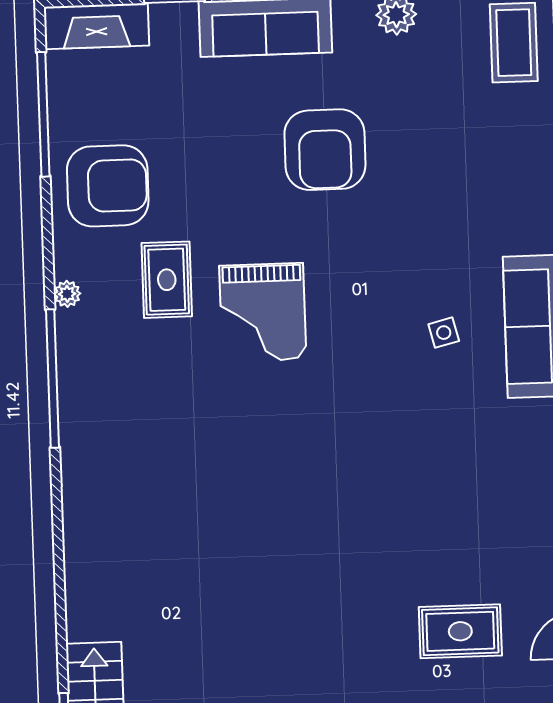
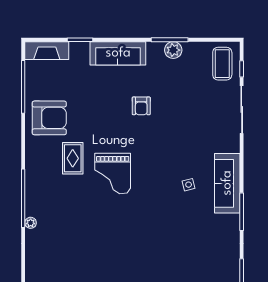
armchair: (325, 150) -> (141, 106), width x0.53, depth x0.53
plant: (67, 294) -> (31, 223), moved

